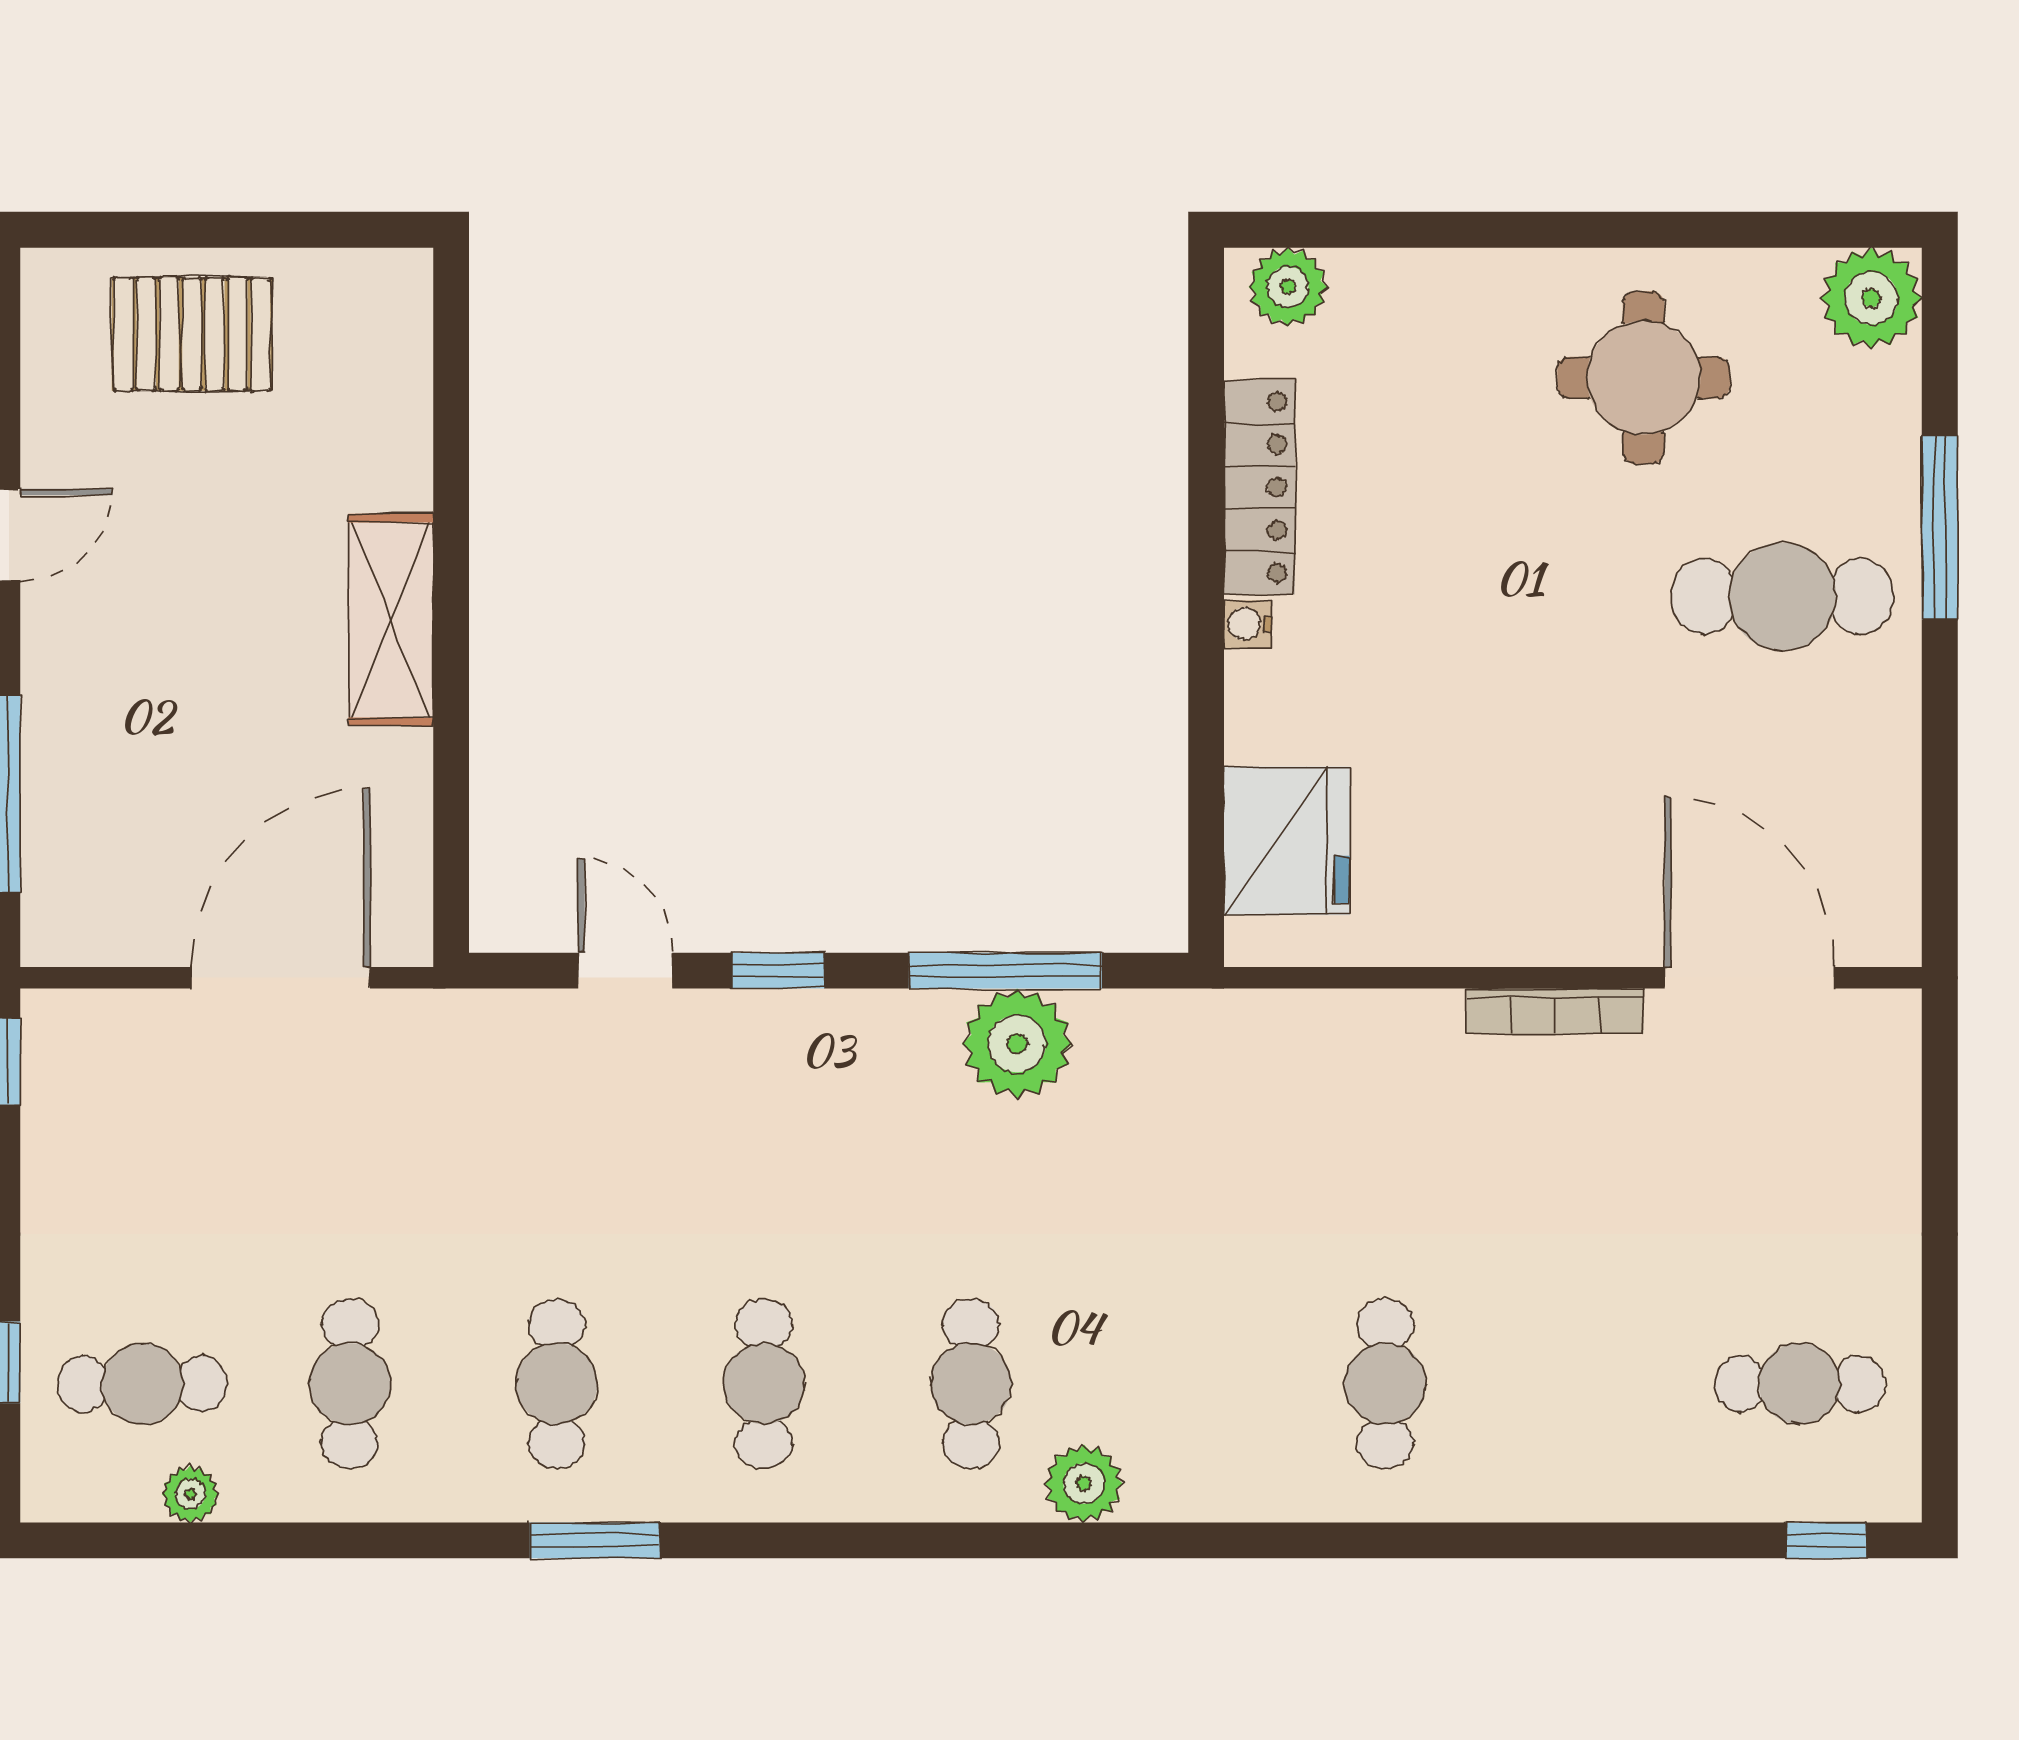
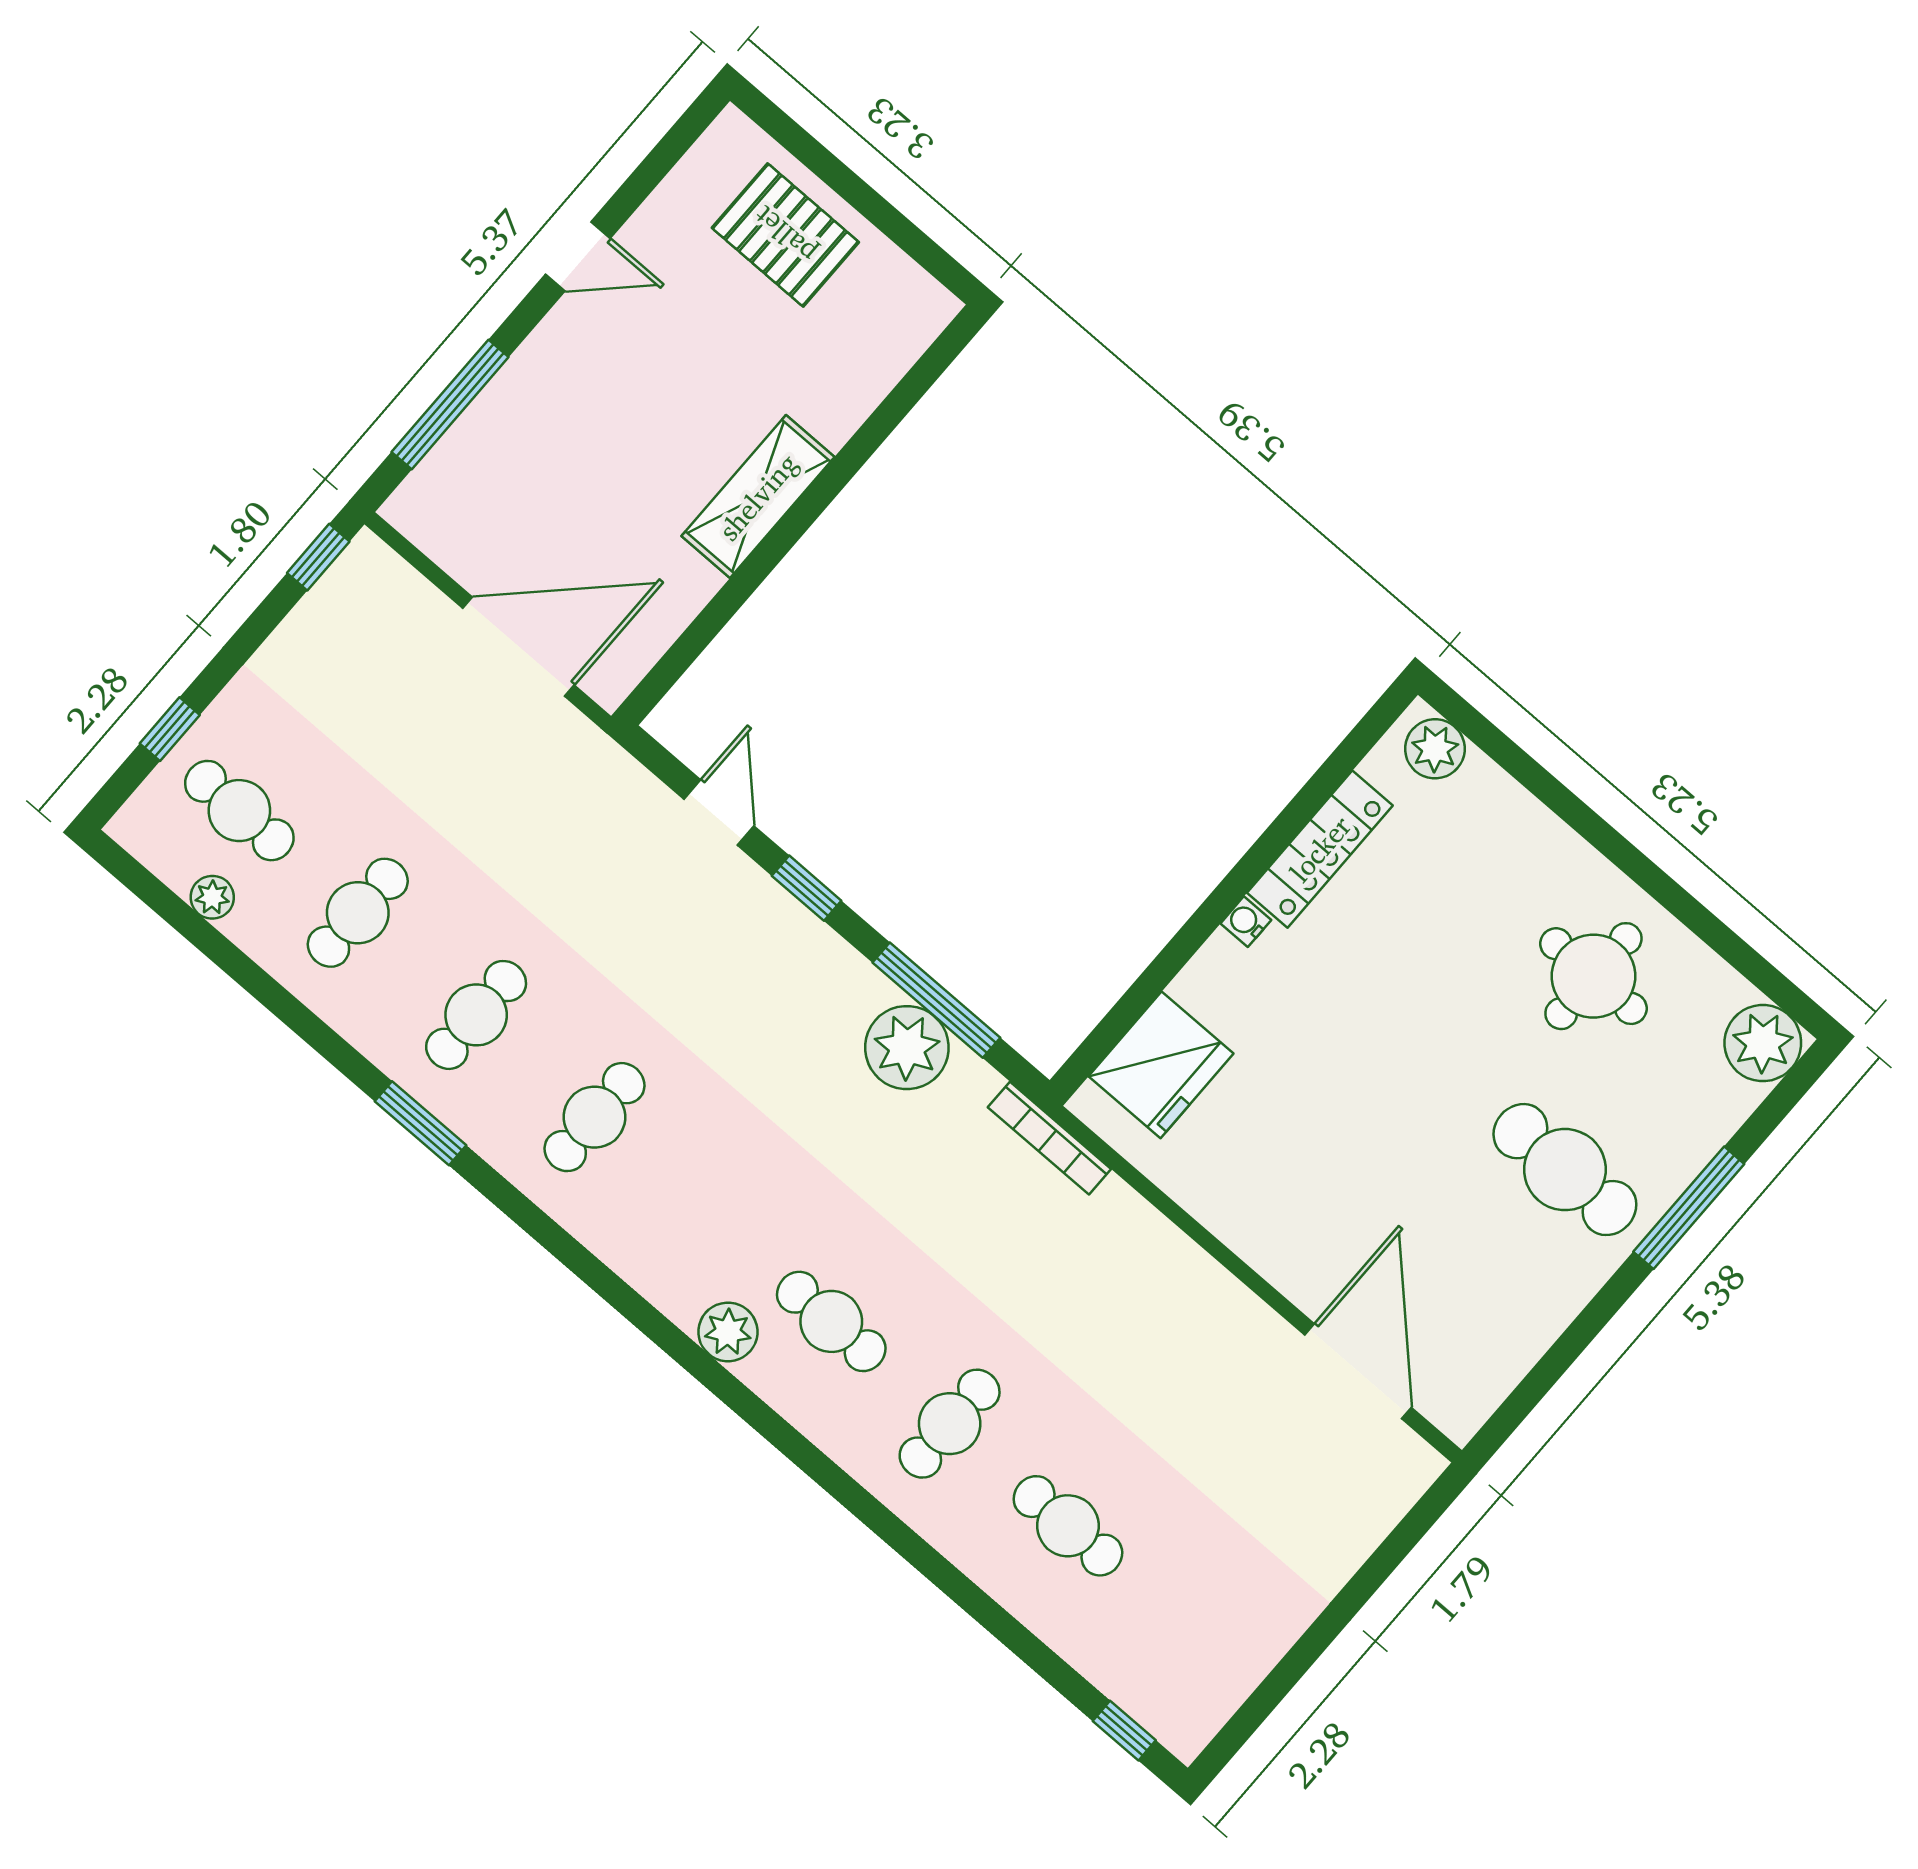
bookcase: (1555, 1011) -> (1049, 1138), moved
cafe table: (971, 1384) -> (831, 1321), moved, turned 90
cafe table: (1800, 1384) -> (1068, 1526), moved

